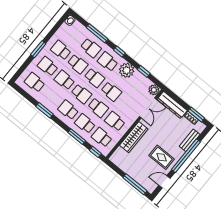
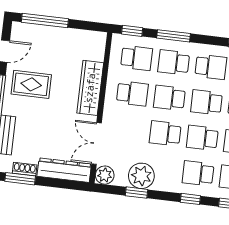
school desk: (108, 62) -> (198, 173), turned 180
plant: (127, 70) -> (141, 176), moved
school desk: (85, 124) -> (174, 62), turned 180

